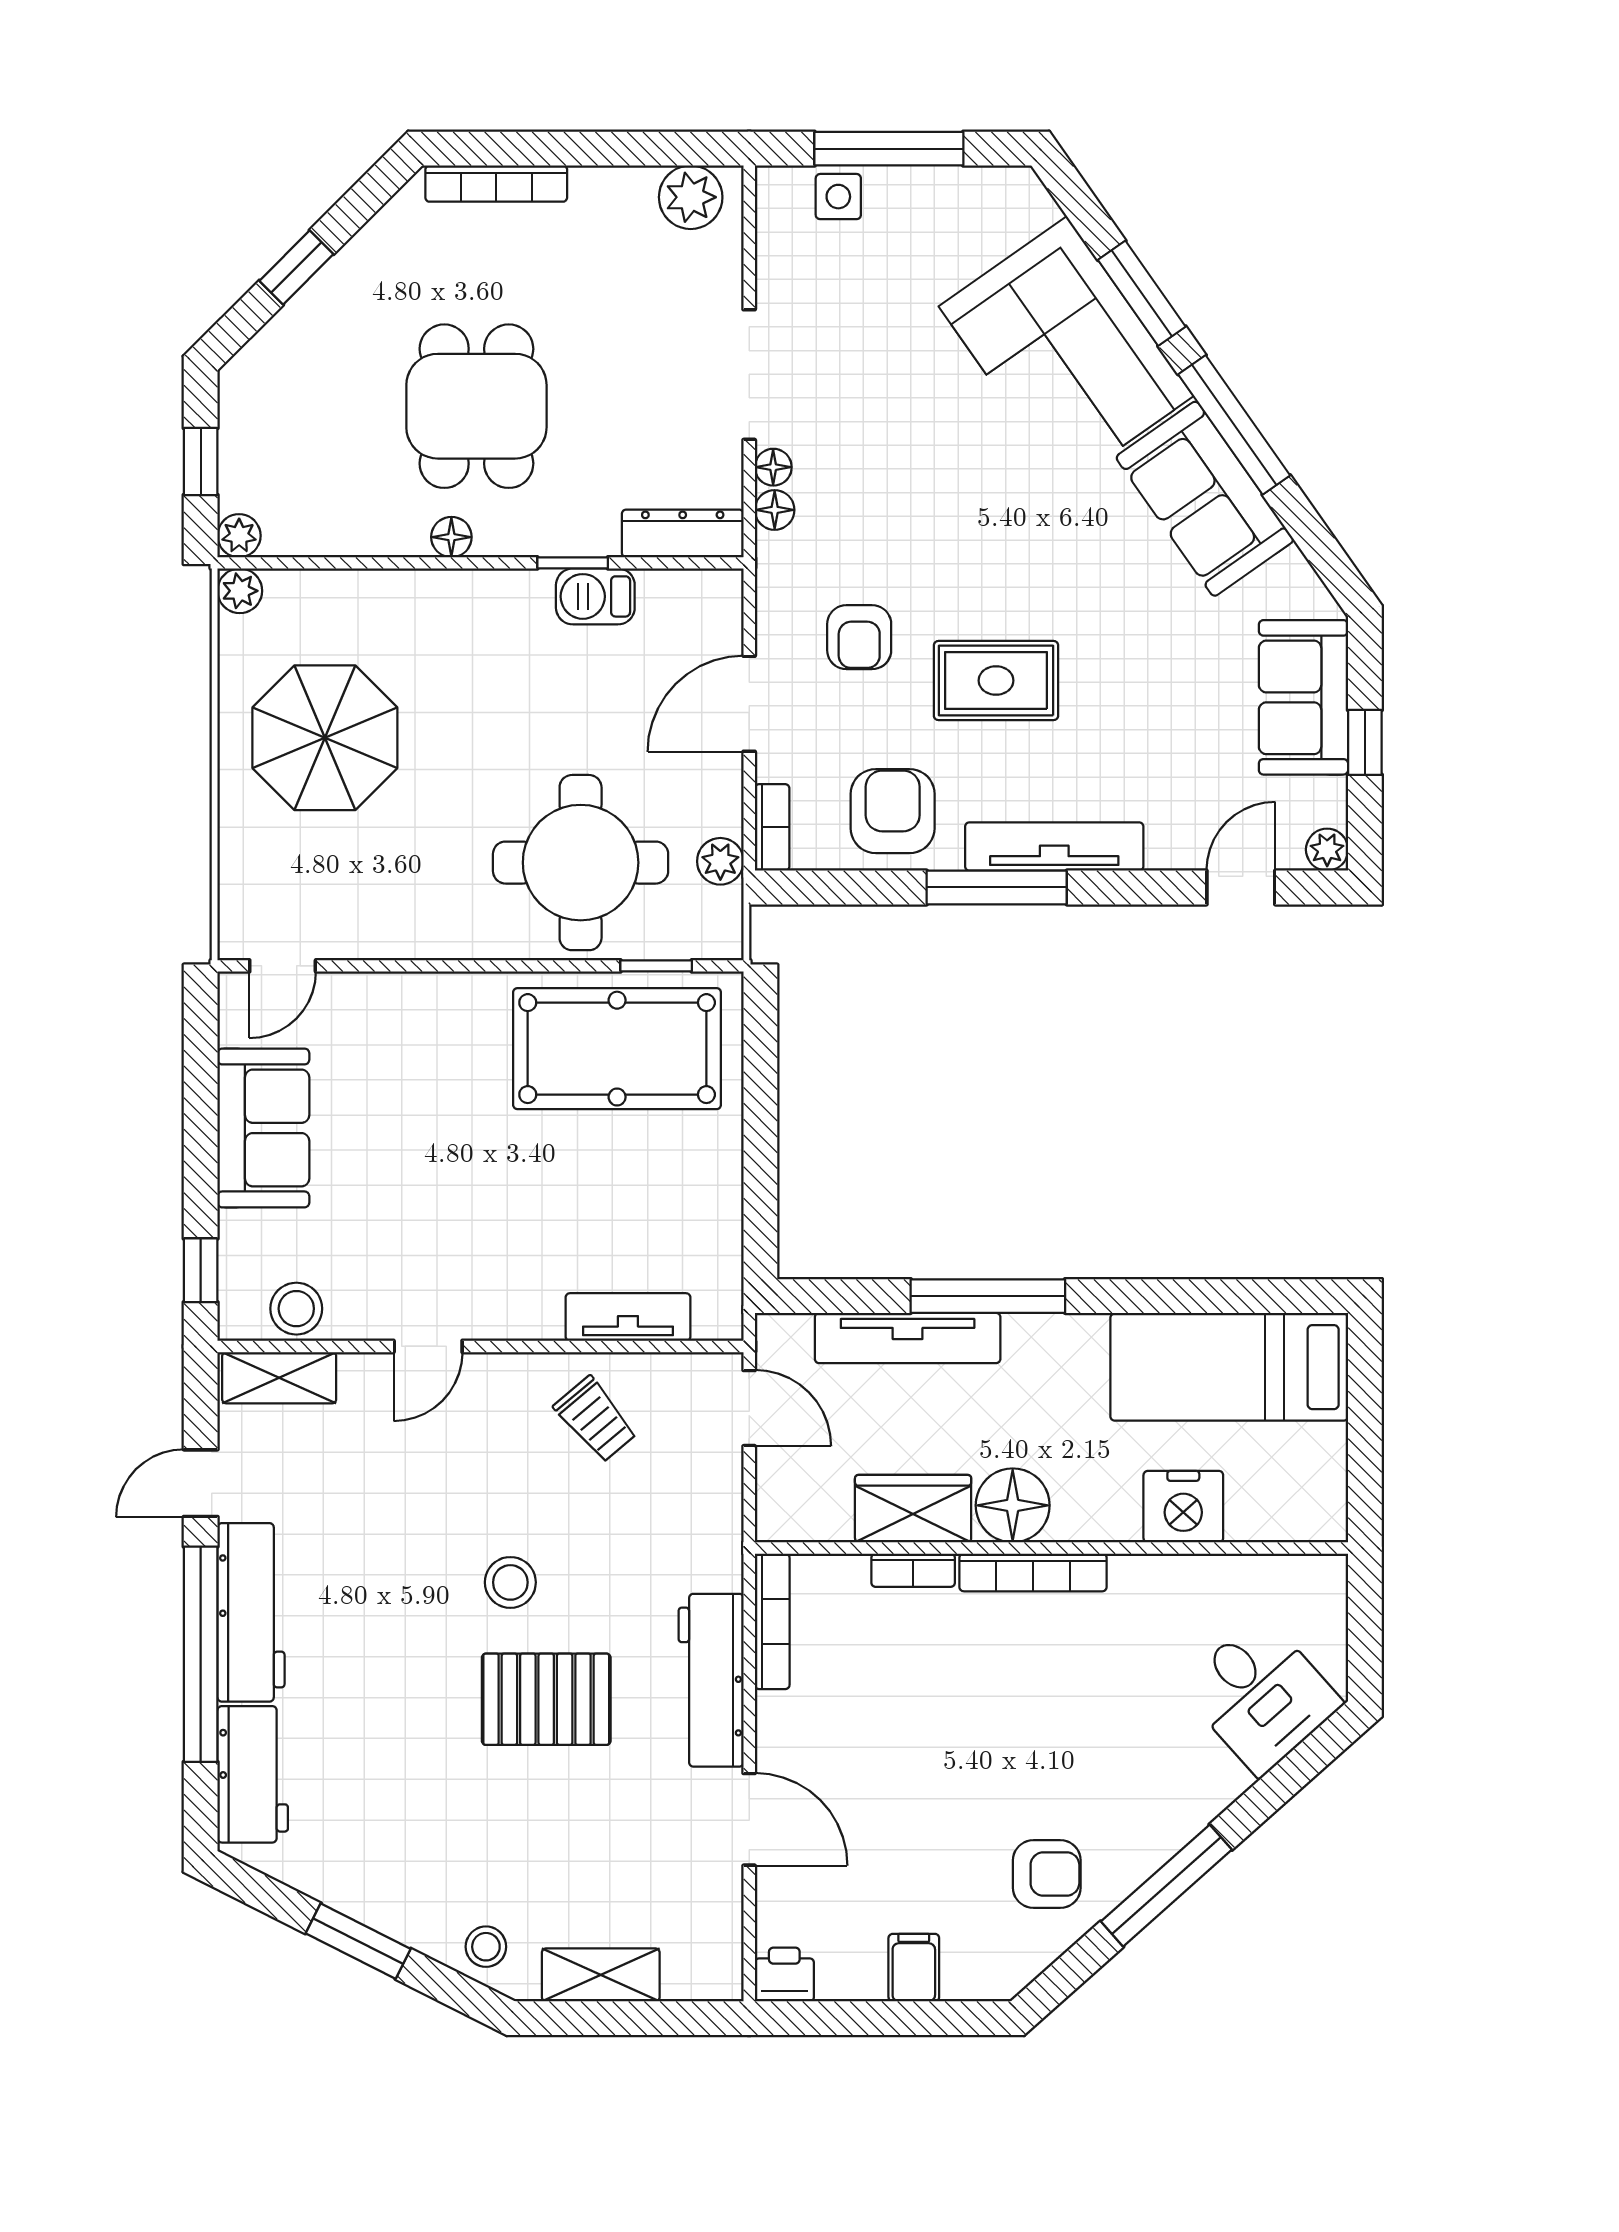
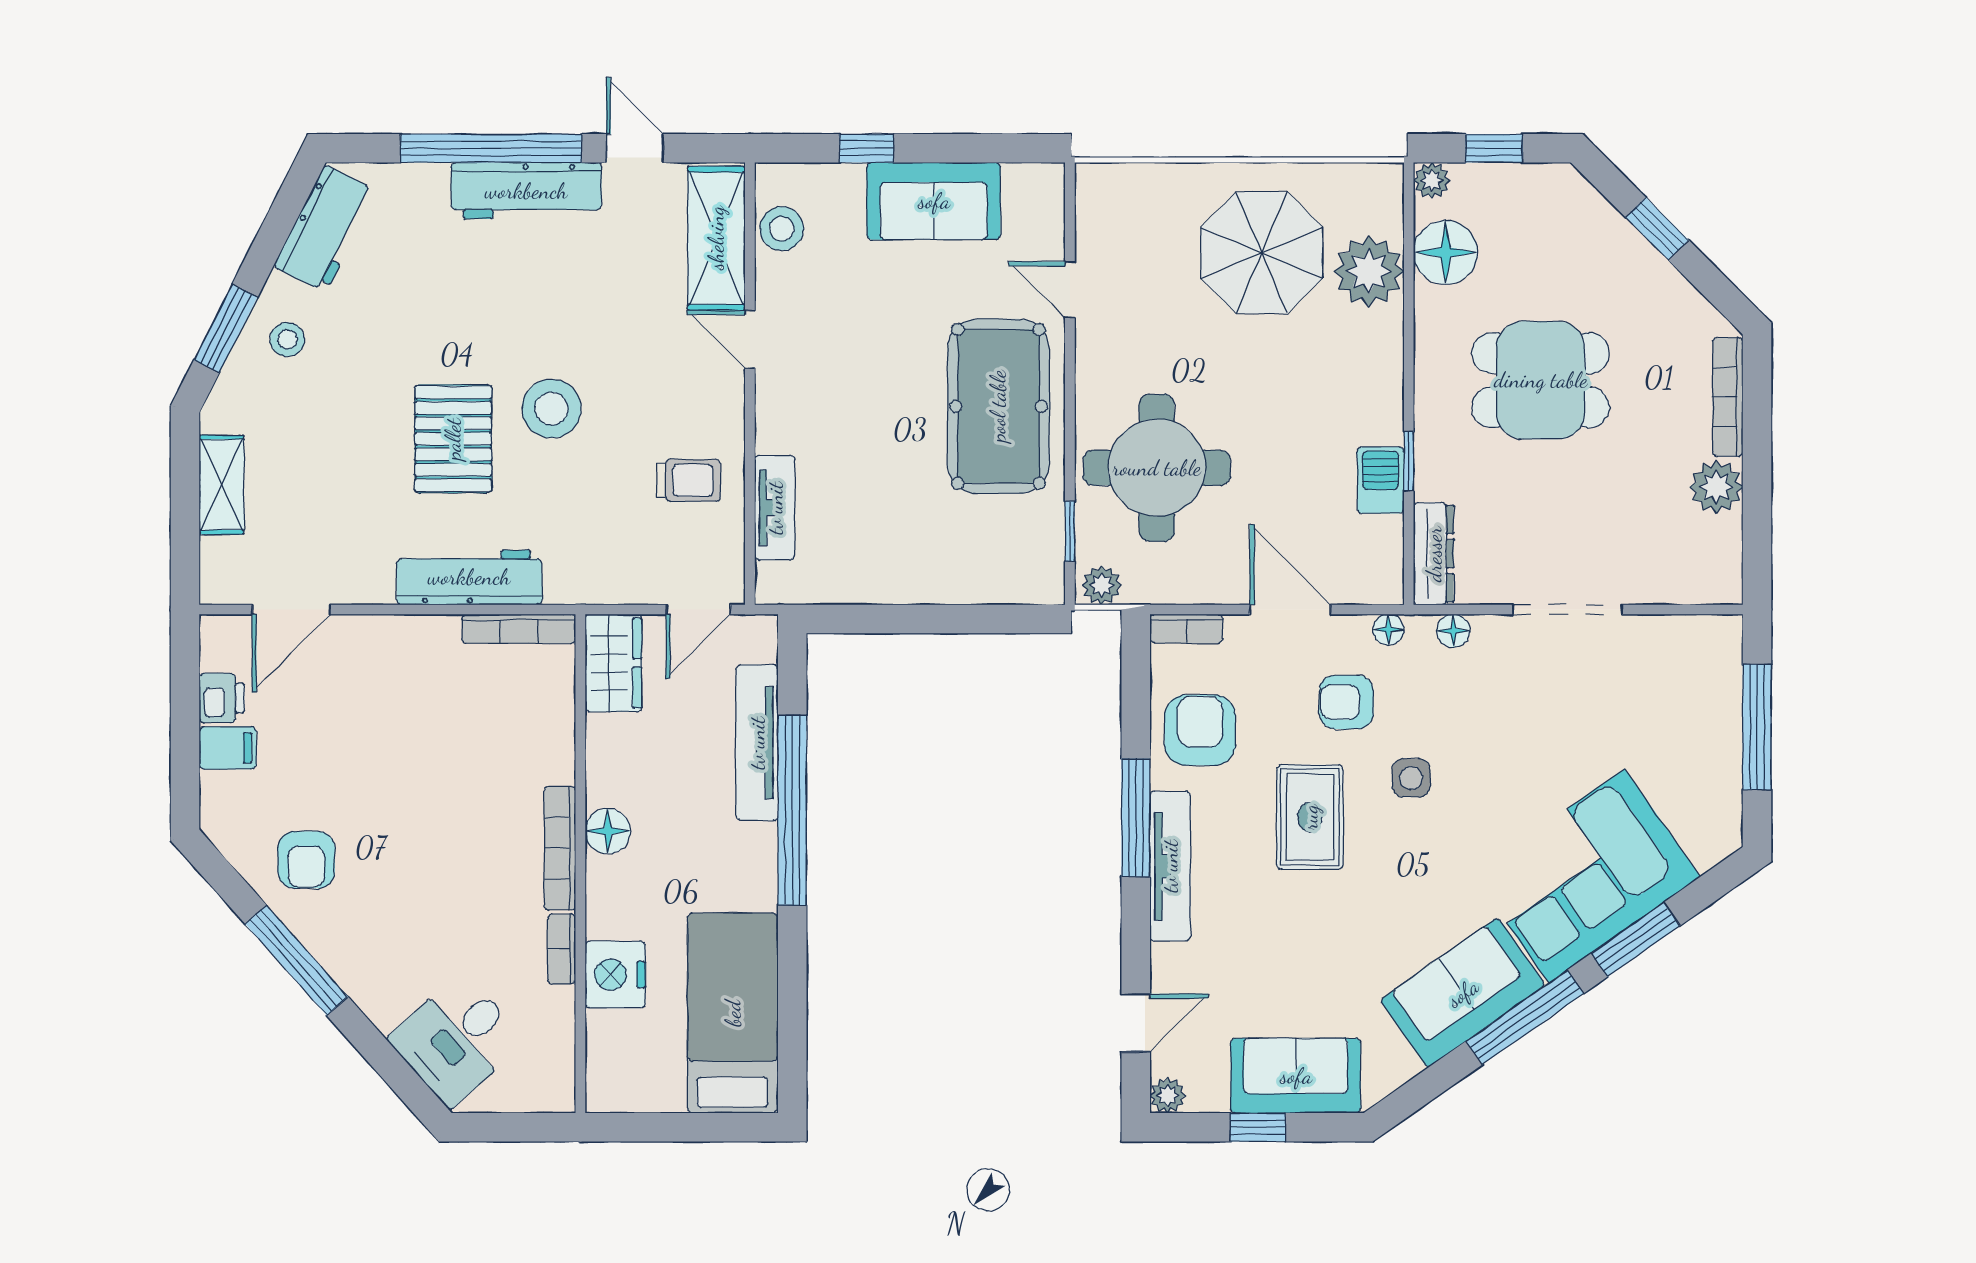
plant: (691, 197) -> (1716, 487), moved
side table: (838, 197) -> (1411, 778), moved
floor lamp: (773, 467) -> (1388, 630), moved
floor lamp: (451, 537) -> (1446, 252), moved, width x1.89, depth x1.89
plant: (240, 591) -> (1369, 271), moved, width x1.88, depth x1.88
armchair: (893, 811) -> (1200, 730), turned -90
plant: (720, 861) -> (1102, 585), moved
door: (1241, 887) -> (1136, 1023), hinge flipped
door: (283, 966) -> (1070, 290), moved
pool table: (617, 1049) -> (998, 406), moved
window: (201, 1270) -> (867, 148), moved
window: (988, 1296) -> (792, 810), width x1.46
shelving: (279, 1378) -> (716, 238), width x1.50, depth x1.33
trolley: (596, 1419) -> (689, 480), turned -140
floor lamp: (1013, 1505) -> (608, 831), width x0.73, depth x0.73
wardrobe: (913, 1509) -> (614, 663), moved
bookcase: (913, 1570) -> (562, 949), moved
stool: (510, 1582) -> (551, 409), width x1.38, depth x1.38
workbench: (253, 1774) -> (325, 229), moved, turned -63
door: (749, 1819) -> (291, 610), moved
window: (358, 1941) -> (226, 329), moved
stool: (486, 1947) -> (287, 340), moved
printer: (784, 1974) -> (222, 698), moved

